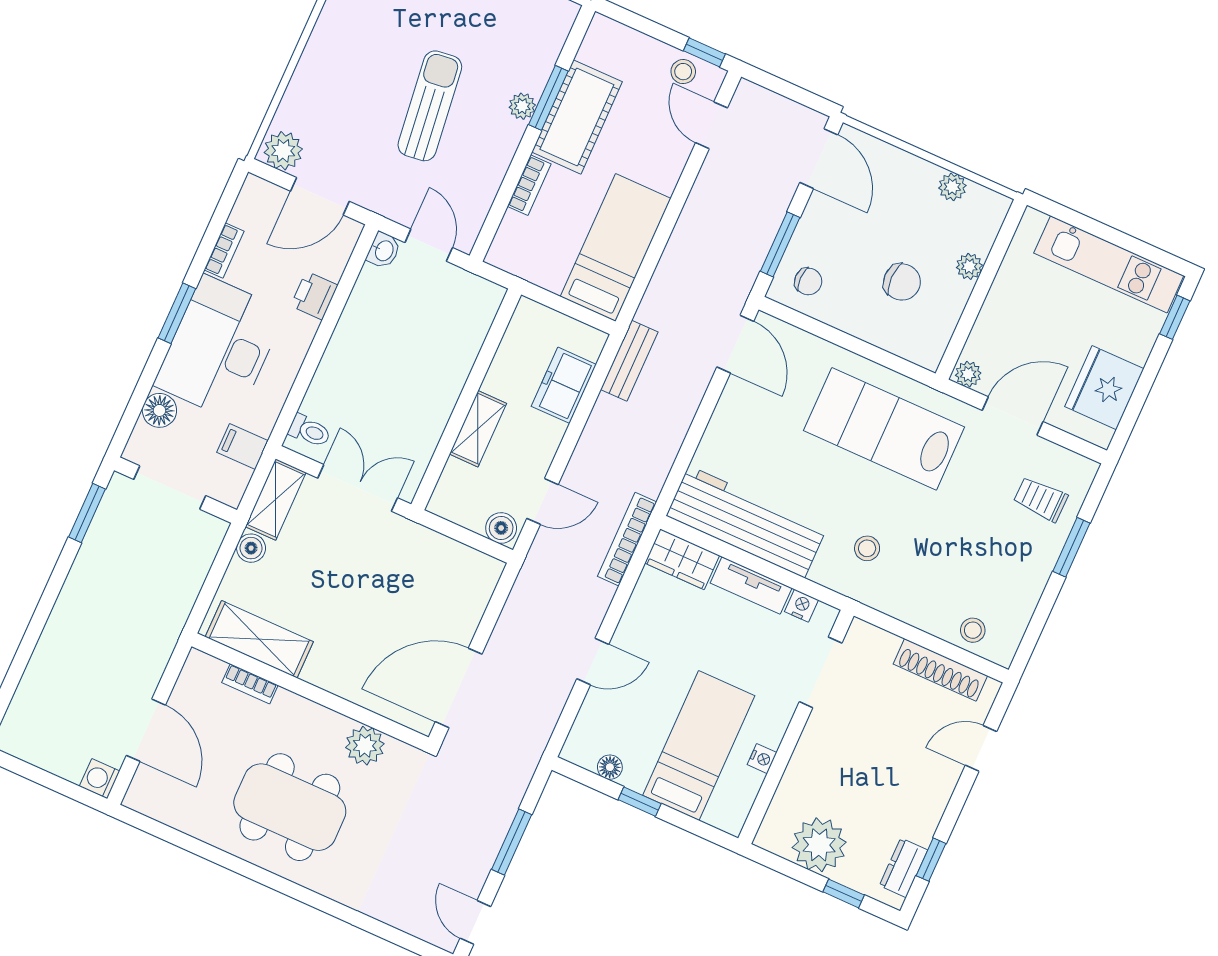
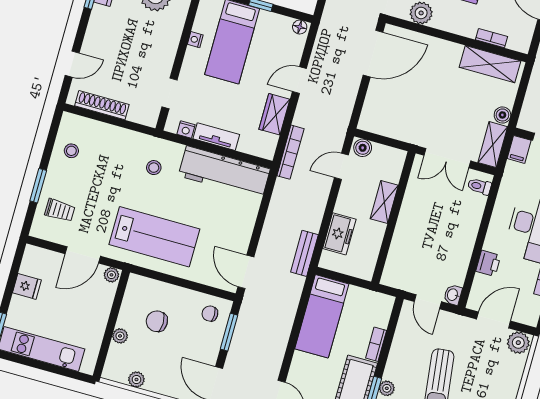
fridge: (1104, 388) -> (27, 286), width x0.53, depth x0.75
filing cabinet: (242, 447) -> (519, 149), moved, turned 90
wardrobe: (682, 559) -> (274, 114), moved, turned -90
stool: (973, 630) -> (71, 151), moved
doorway: (821, 672) -> (169, 93), width x0.73
floor lamp: (610, 767) -> (300, 27), moved

